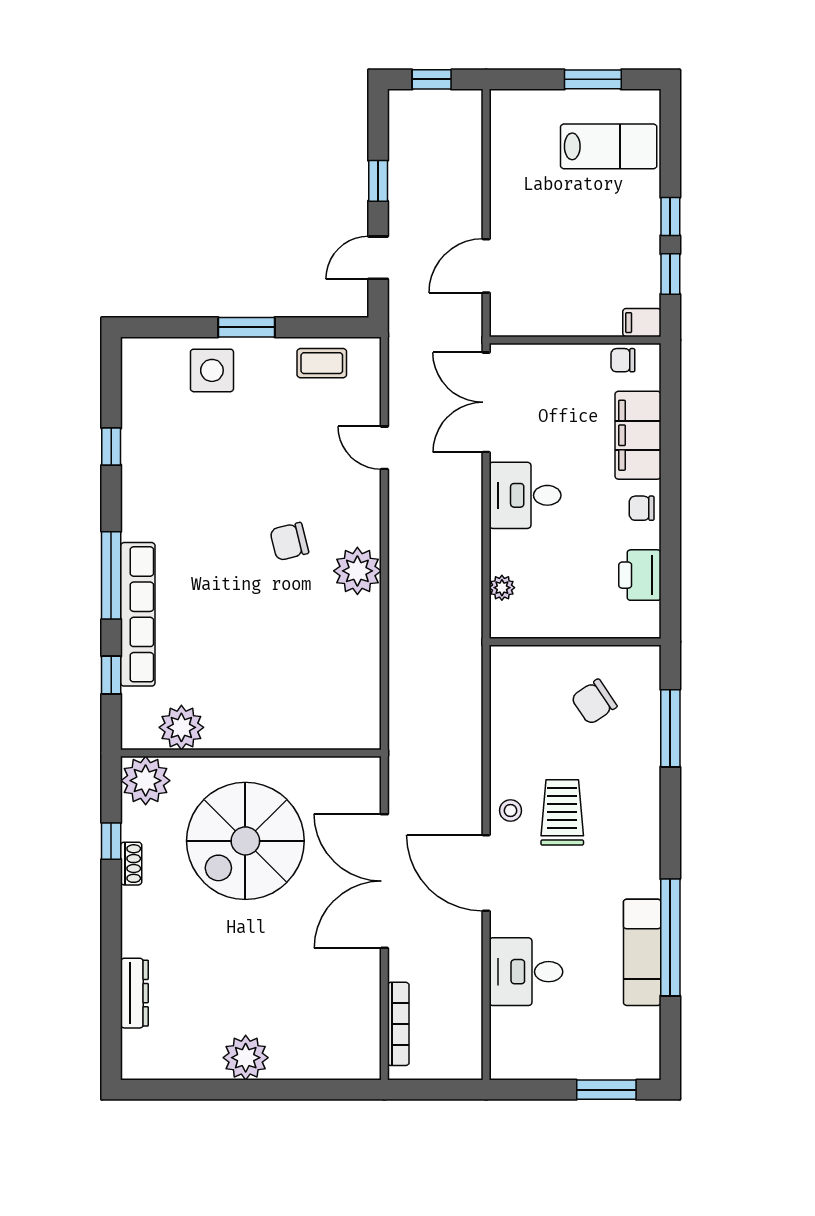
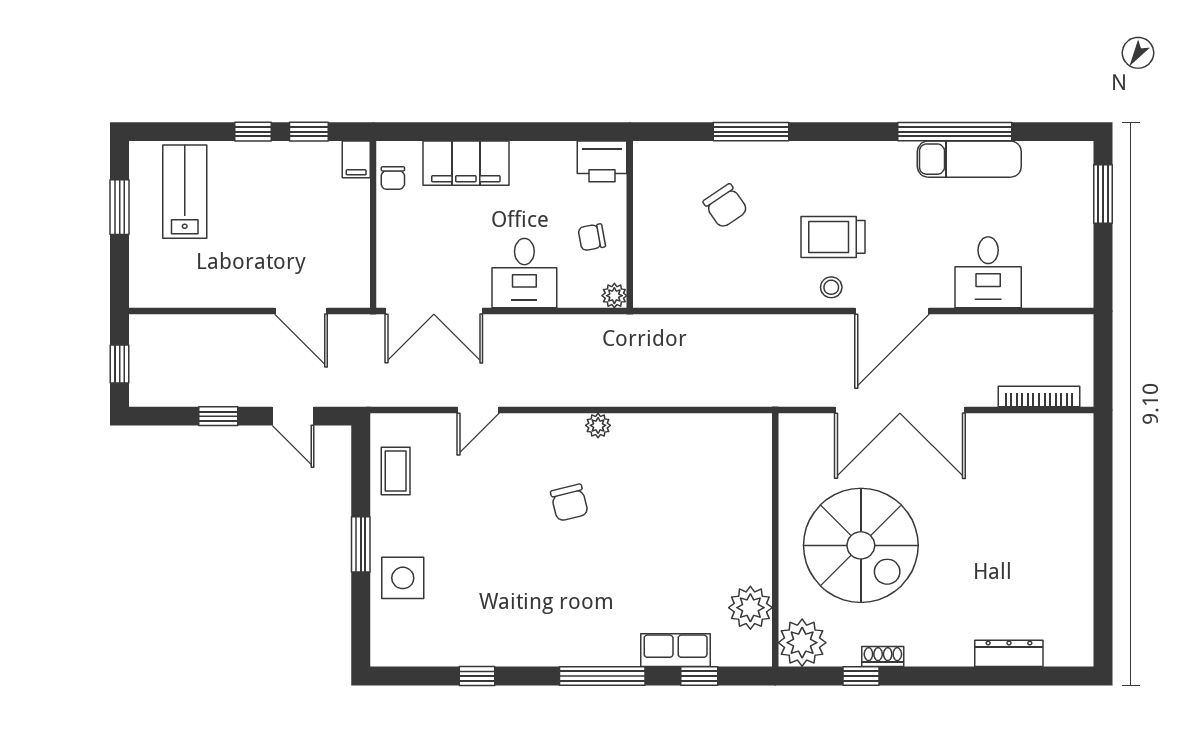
chair: (642, 508) -> (592, 237), moved, turned 80
plant: (357, 571) -> (598, 425), width x0.53, depth x0.53
row of seats: (138, 614) -> (676, 650), width x0.50
wall: (575, 642) -> (630, 224), moved
plant: (246, 1058) -> (1072, 545), removed

